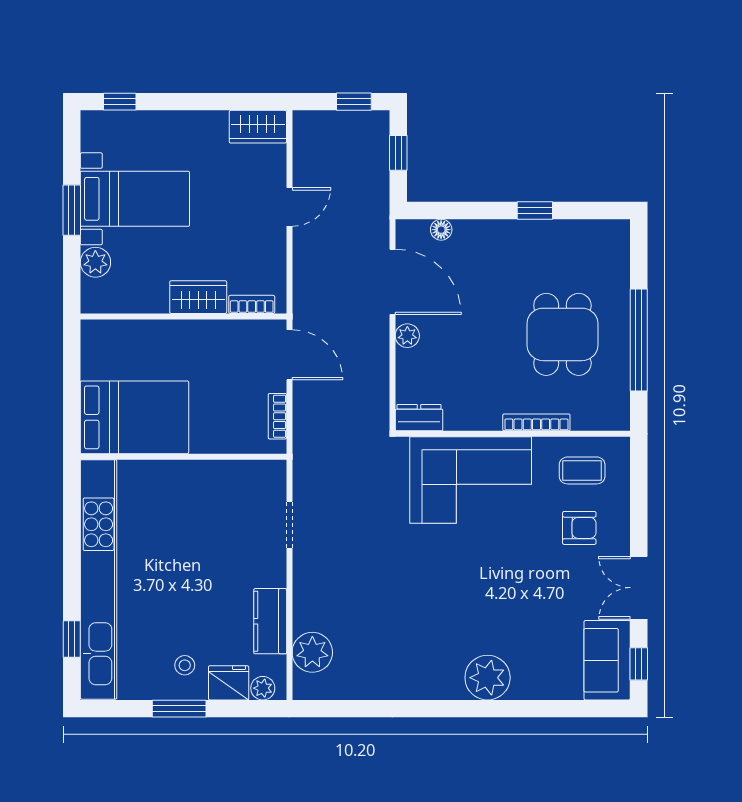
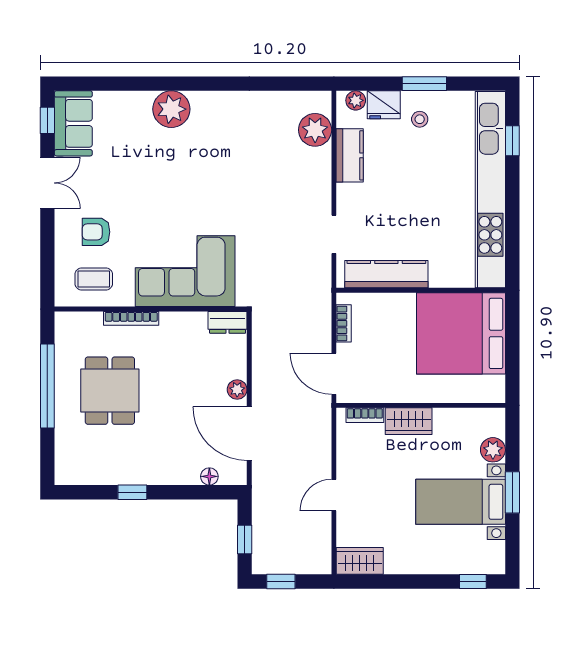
bed: (134, 417) -> (461, 333), width x1.36
kitchen counter: (225, 476) -> (386, 274), added

